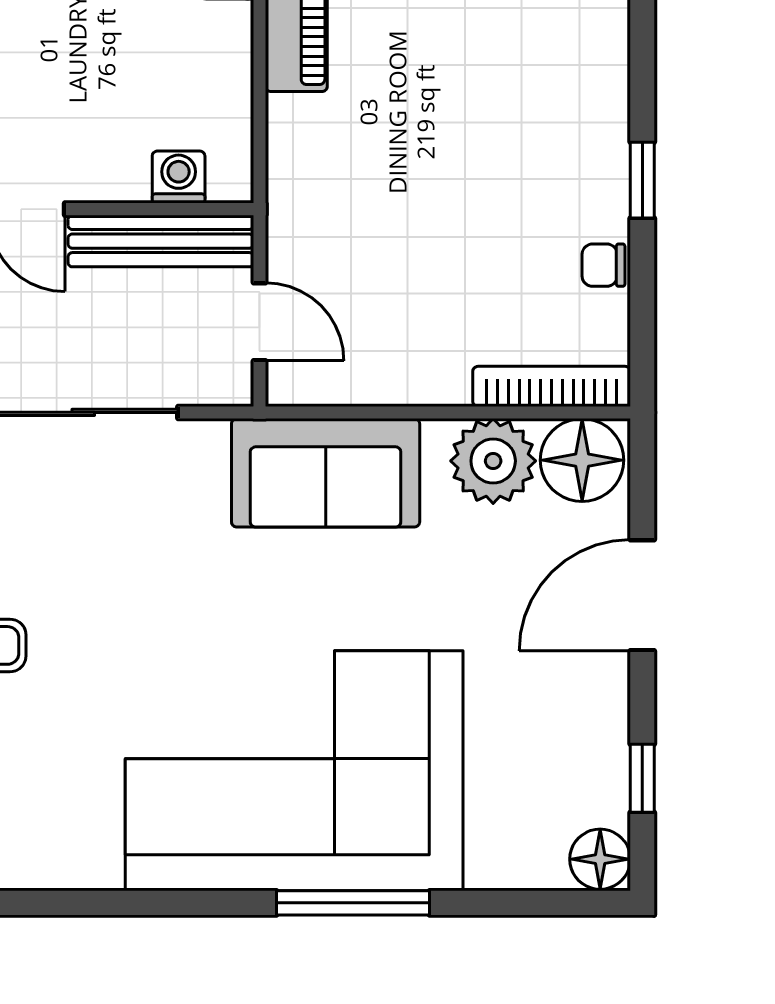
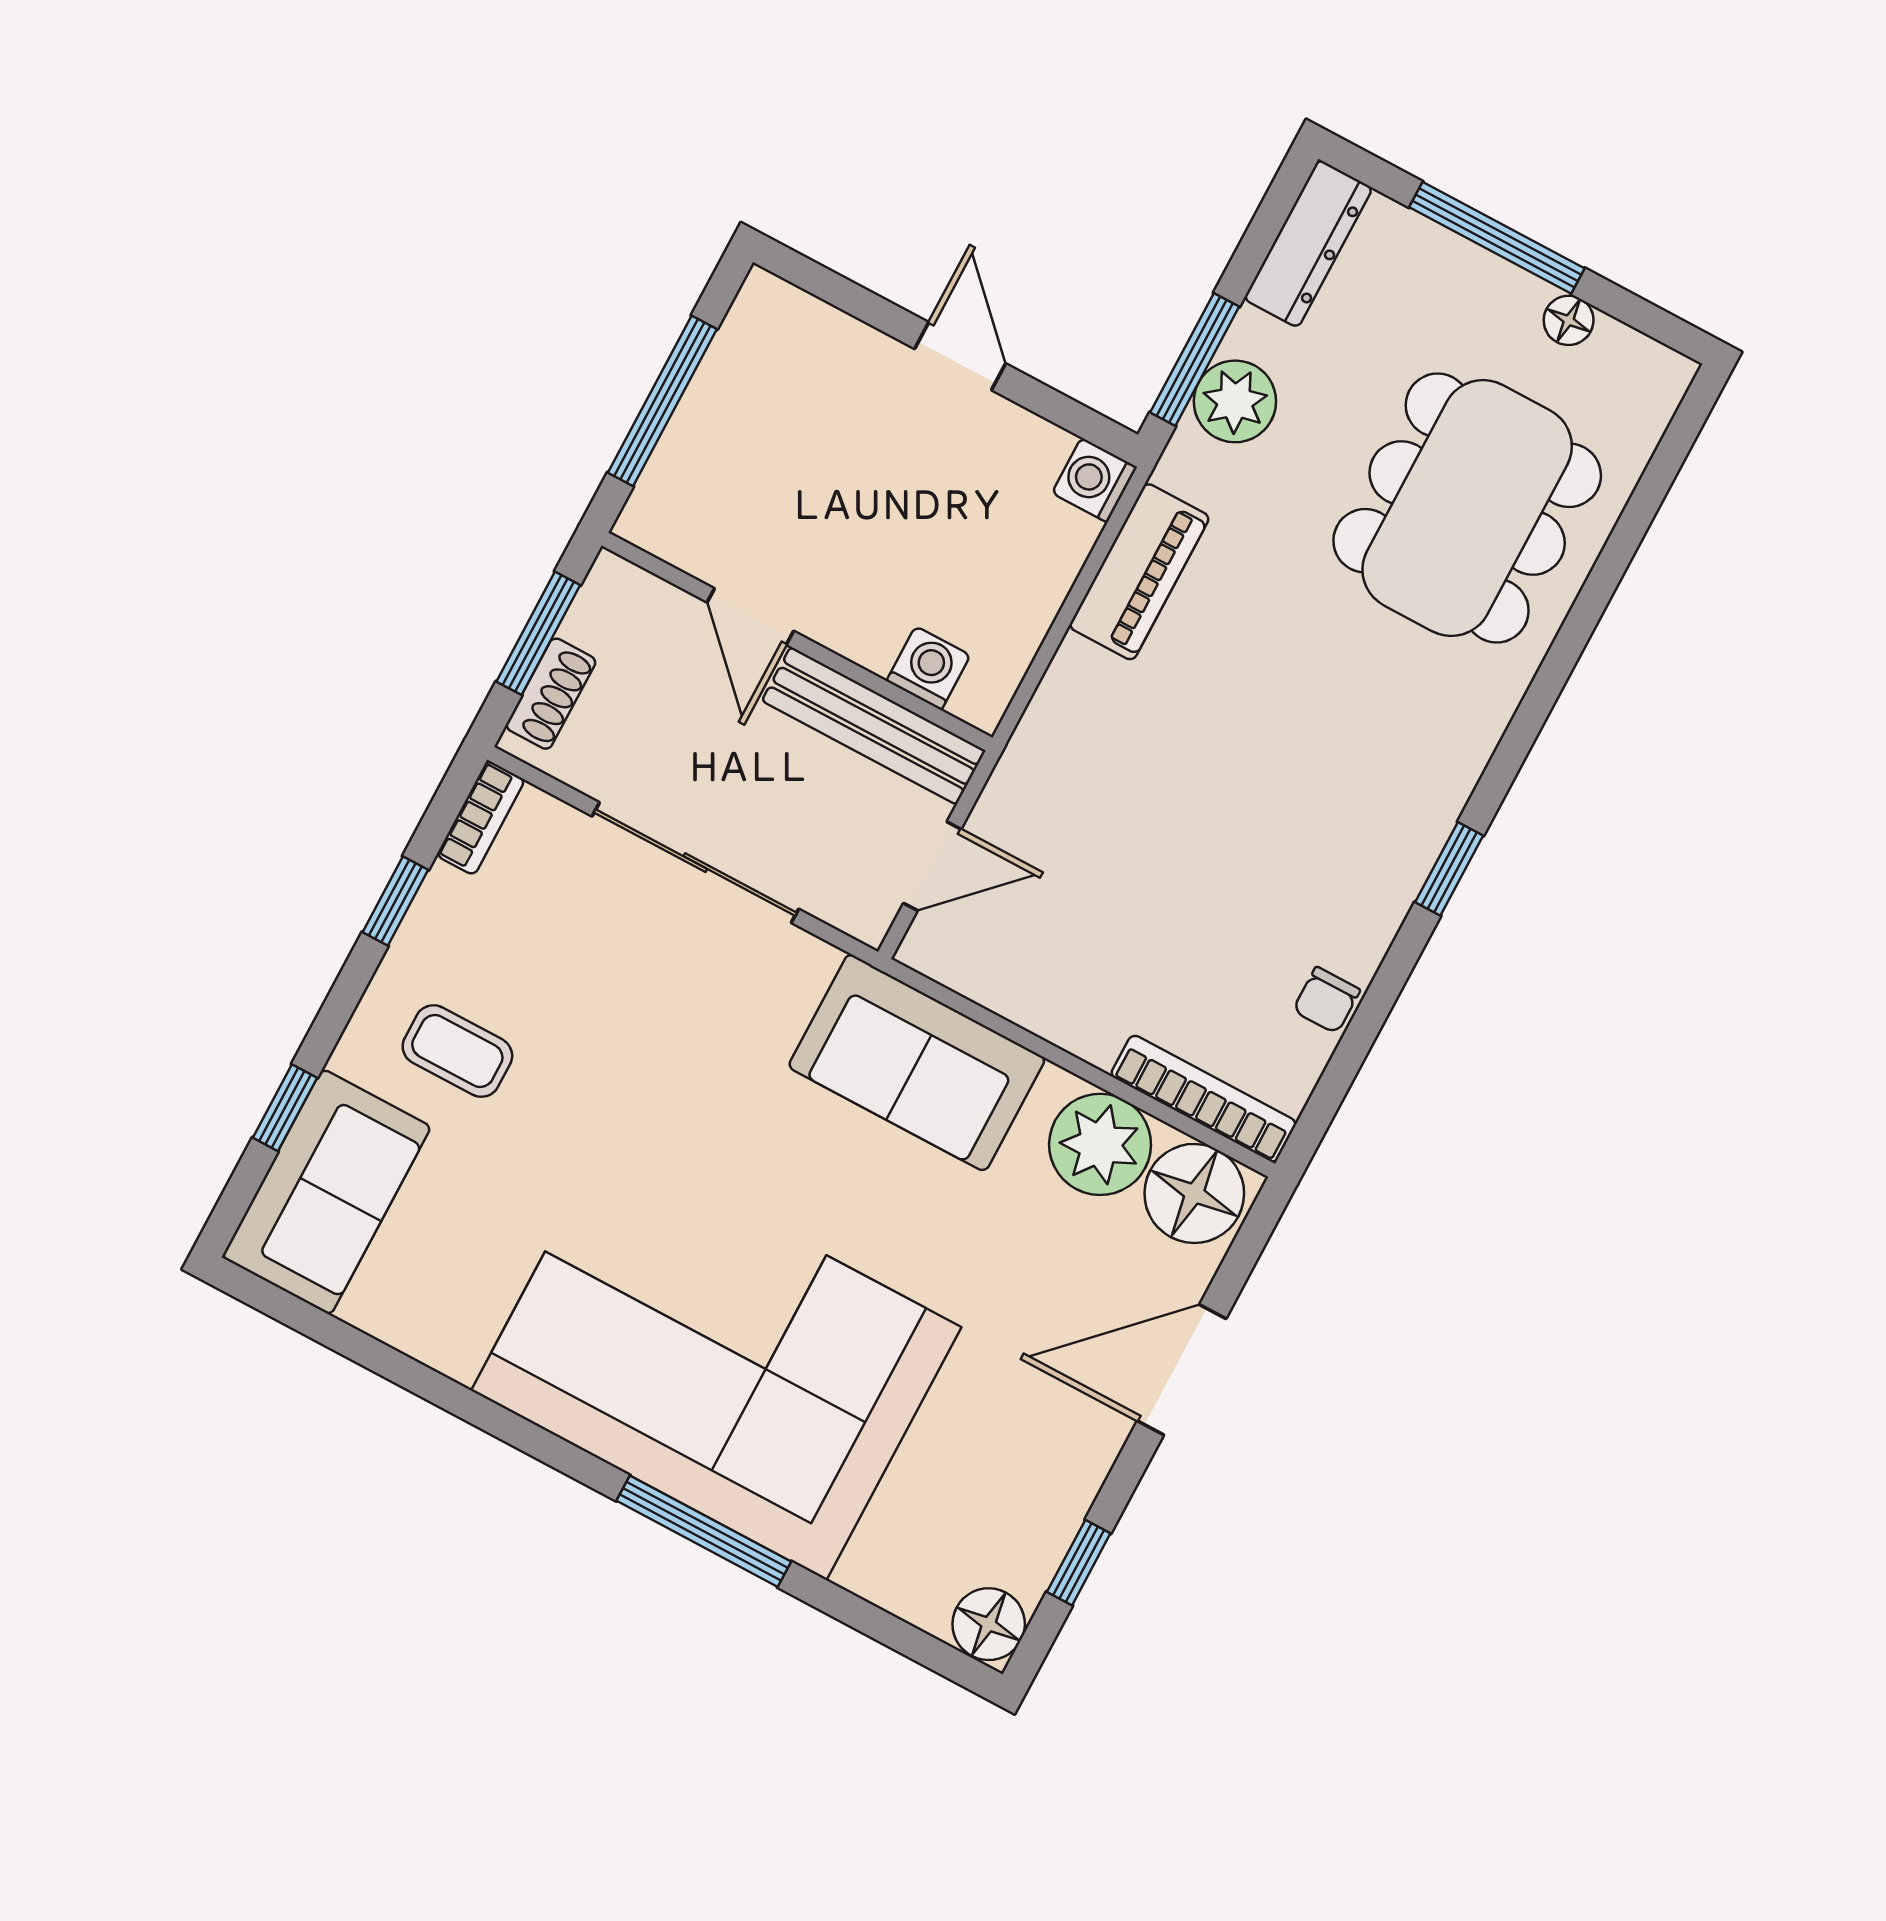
window: (642, 180) -> (1449, 869), moved
chair: (604, 265) -> (1327, 1000), turned -90
door: (259, 322) -> (932, 866), hinge flipped

